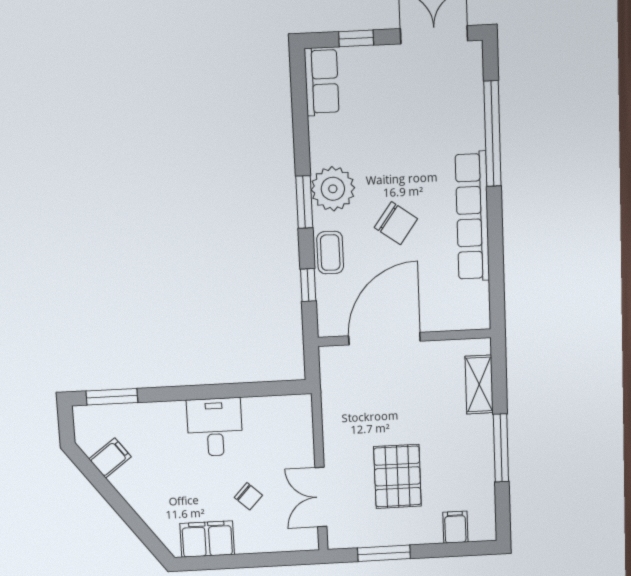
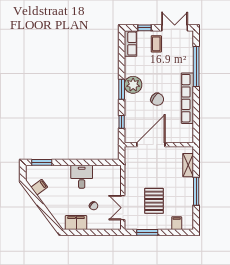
coffee table: (330, 253) -> (156, 44), moved

